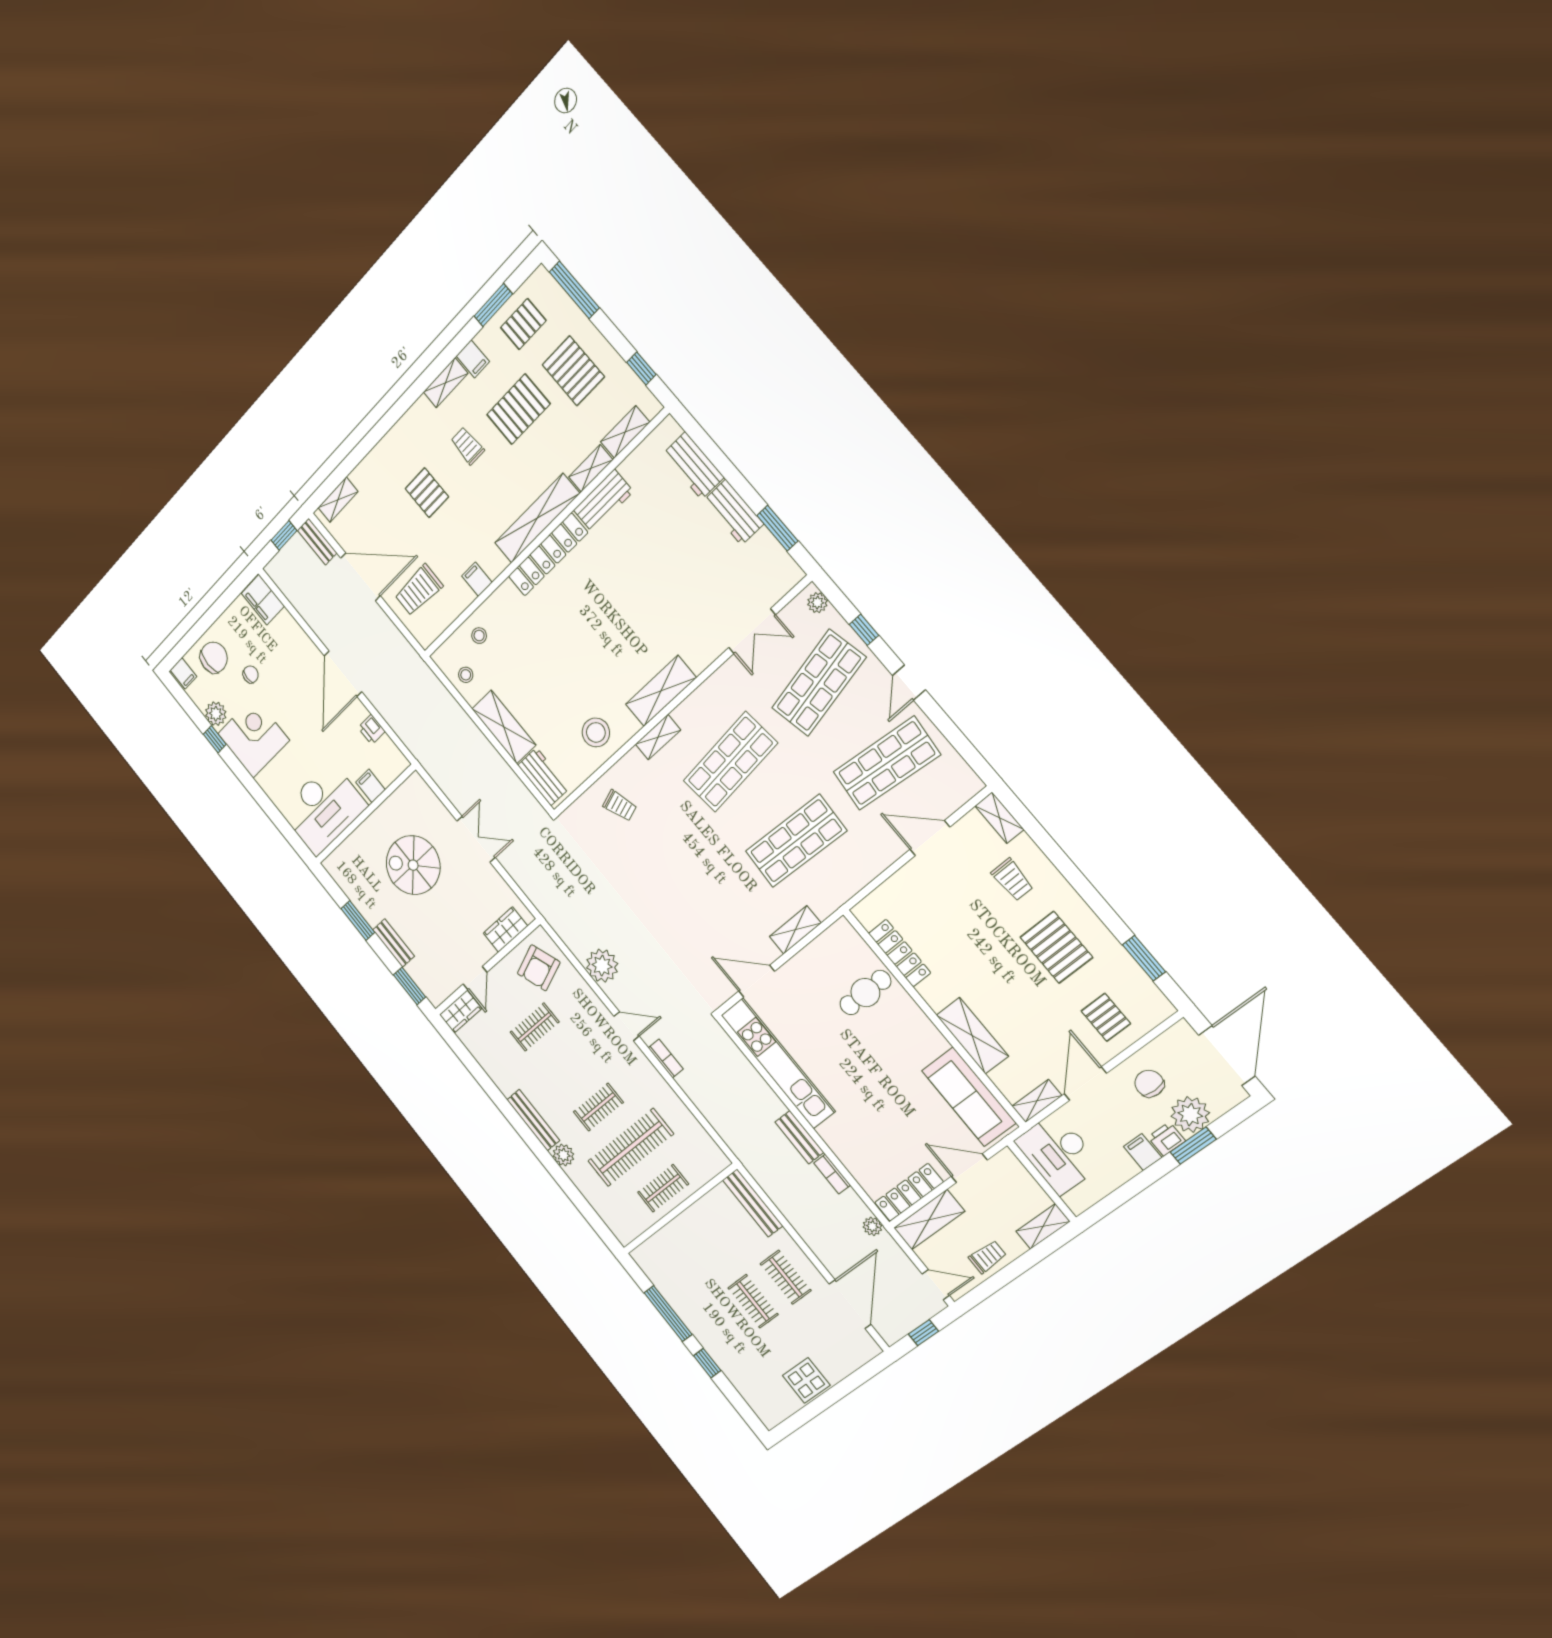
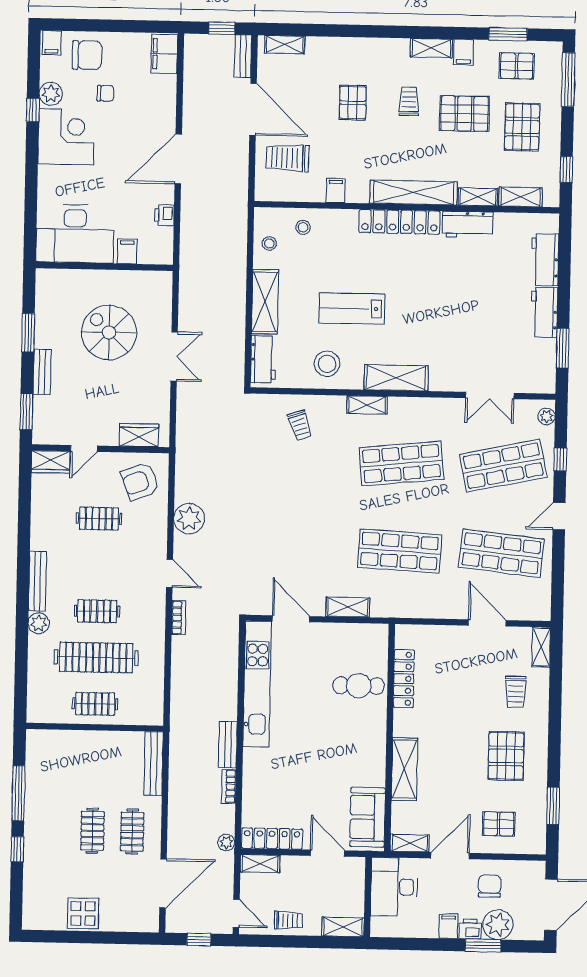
lab bench: (575, 666) -> (352, 308), added
pallet: (1106, 1017) -> (499, 824), turned 90
sofa: (969, 1097) -> (368, 817), width x0.73
shelving: (929, 1220) -> (260, 864), width x0.67, depth x0.75

